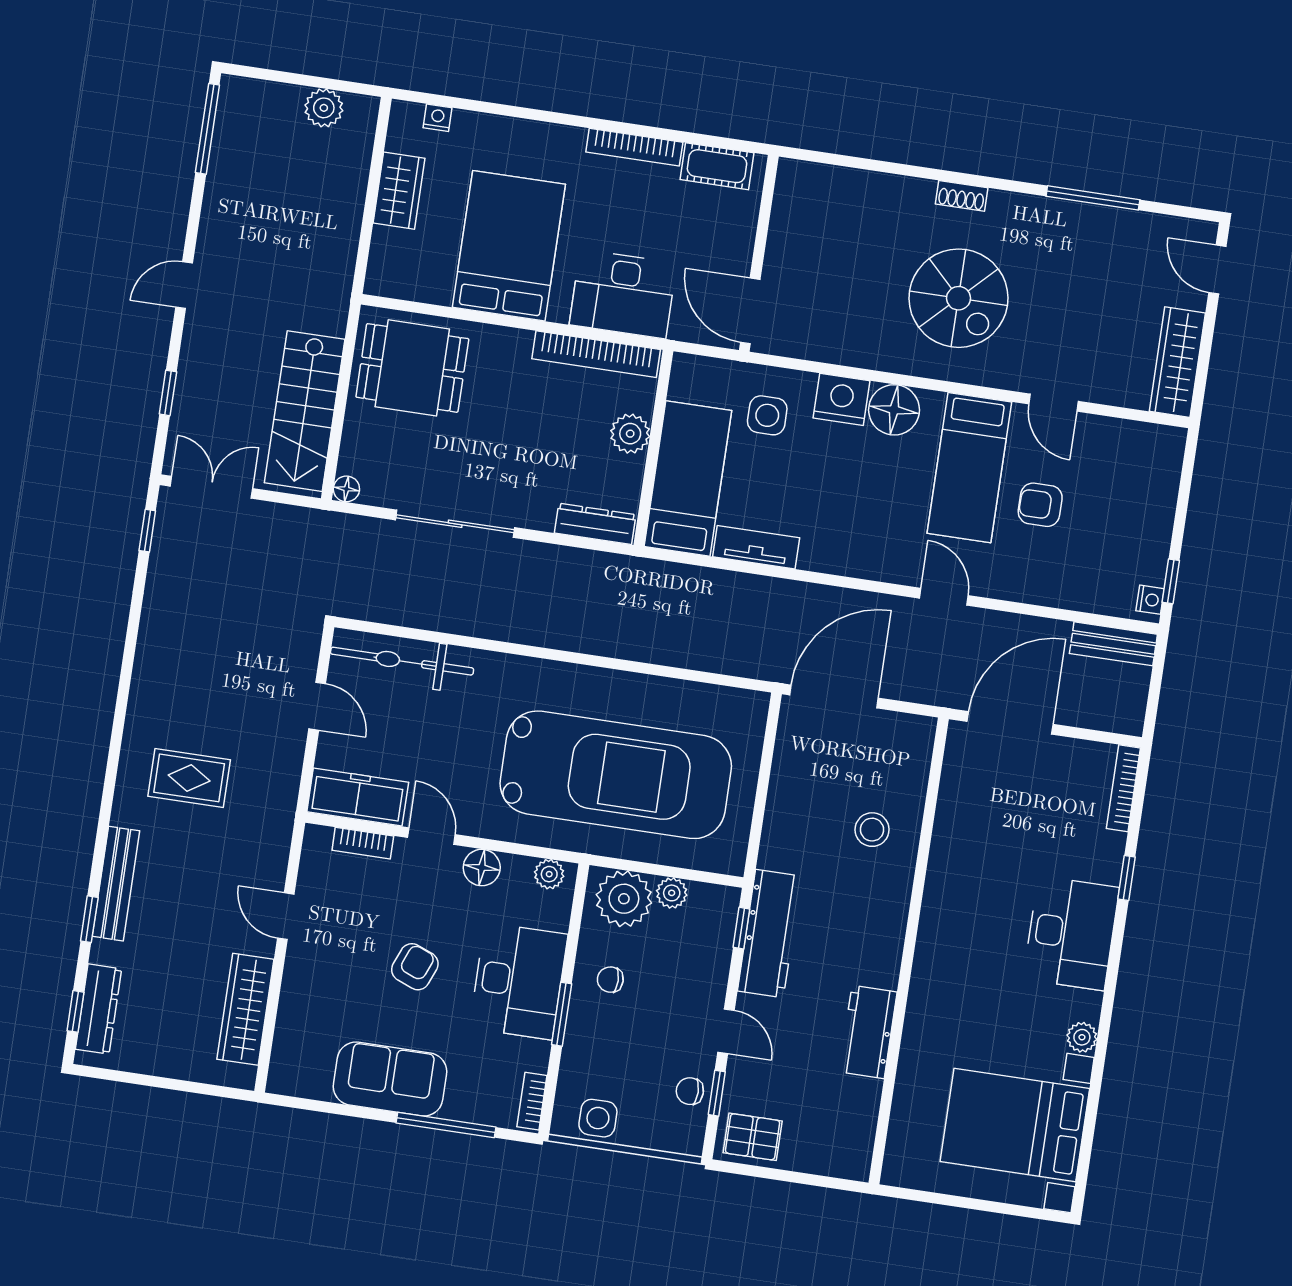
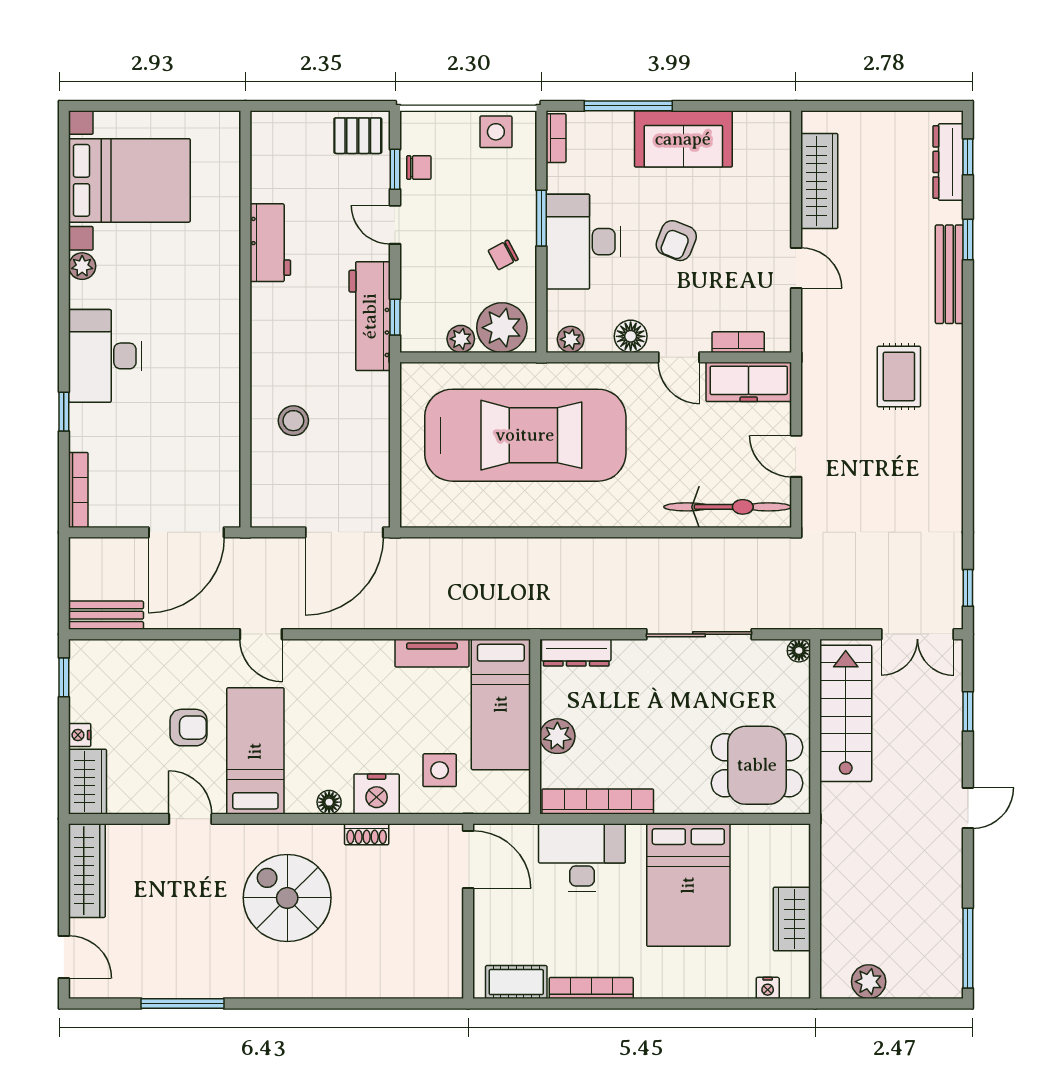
shoe rack: (962, 196) -> (367, 834), moved, turned 180
floor lamp: (894, 410) -> (329, 802), width x0.53, depth x0.53
wardrobe: (1162, 461) -> (88, 782), added
nightstand: (1150, 600) -> (80, 735), moved
car: (616, 775) -> (525, 435), turned 180
rug: (189, 778) -> (899, 376), turned 90
chair: (610, 980) -> (503, 255), turned 152

